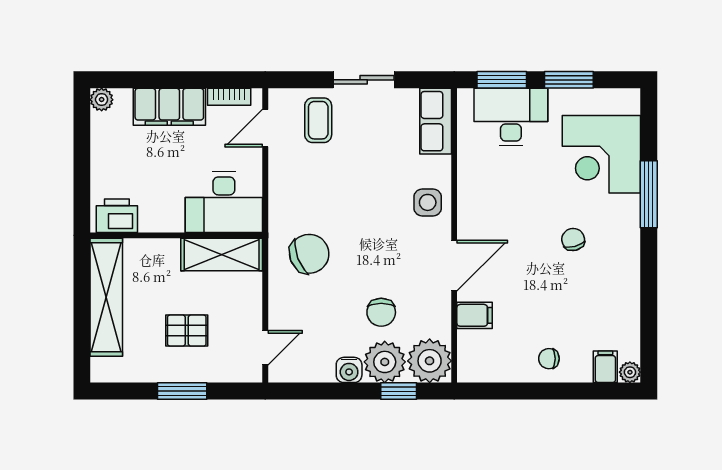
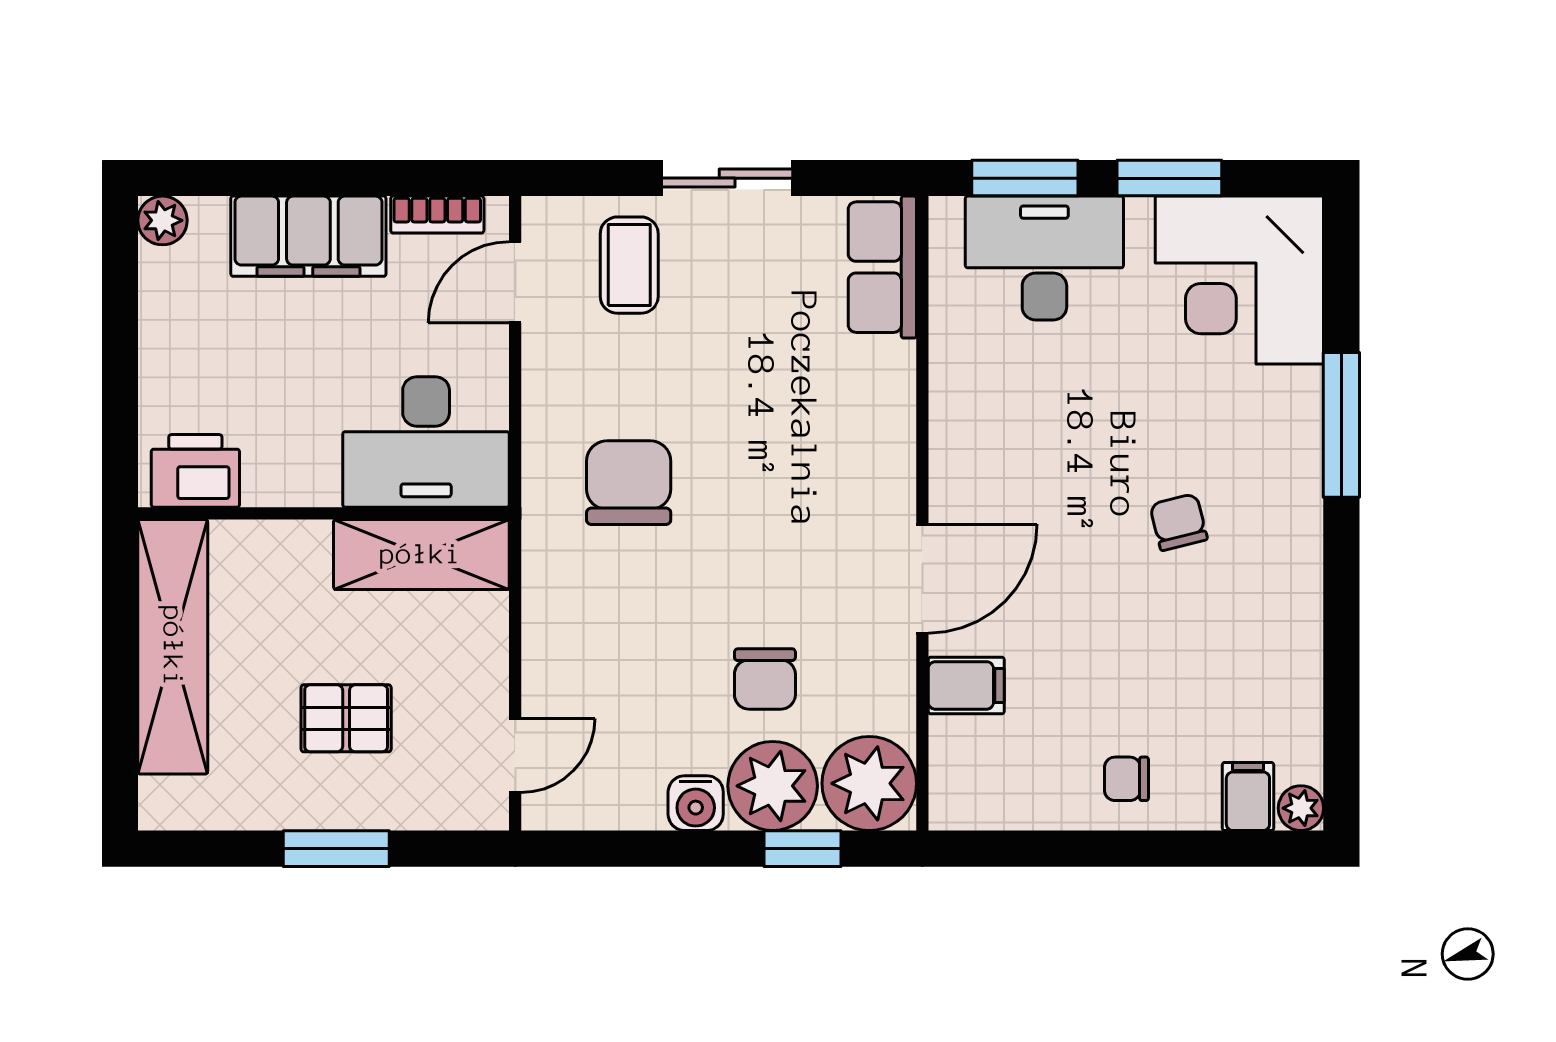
corner desk: (601, 154) -> (1239, 280), moved
side table: (428, 202) -> (865, 442), removed
chair: (309, 254) -> (629, 483), moved, turned -69

